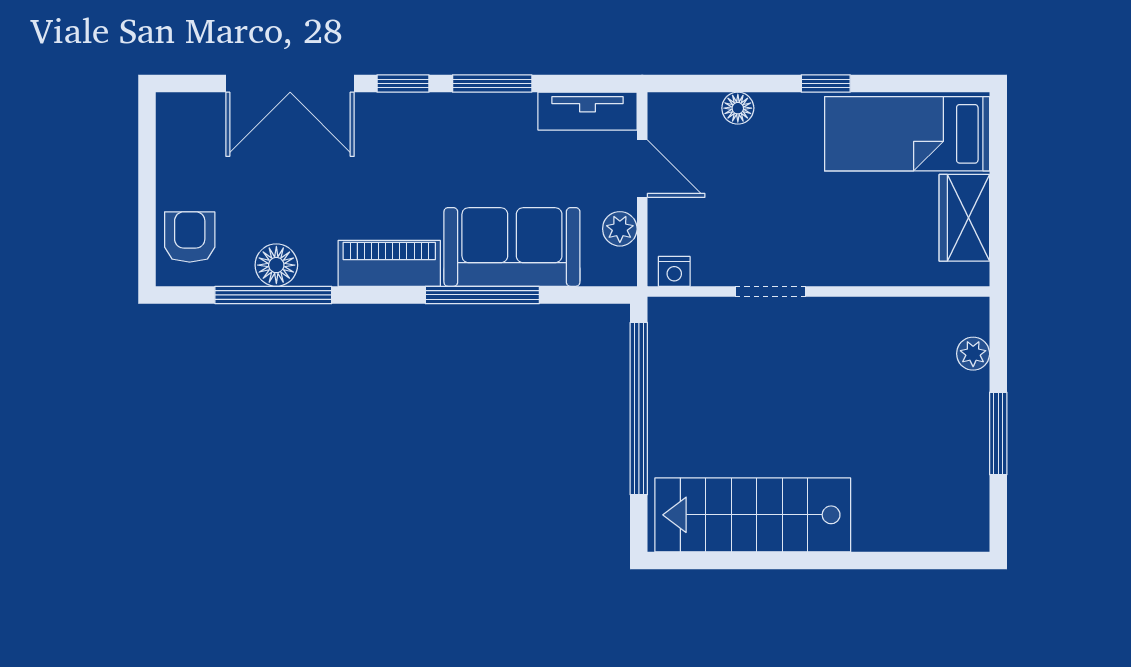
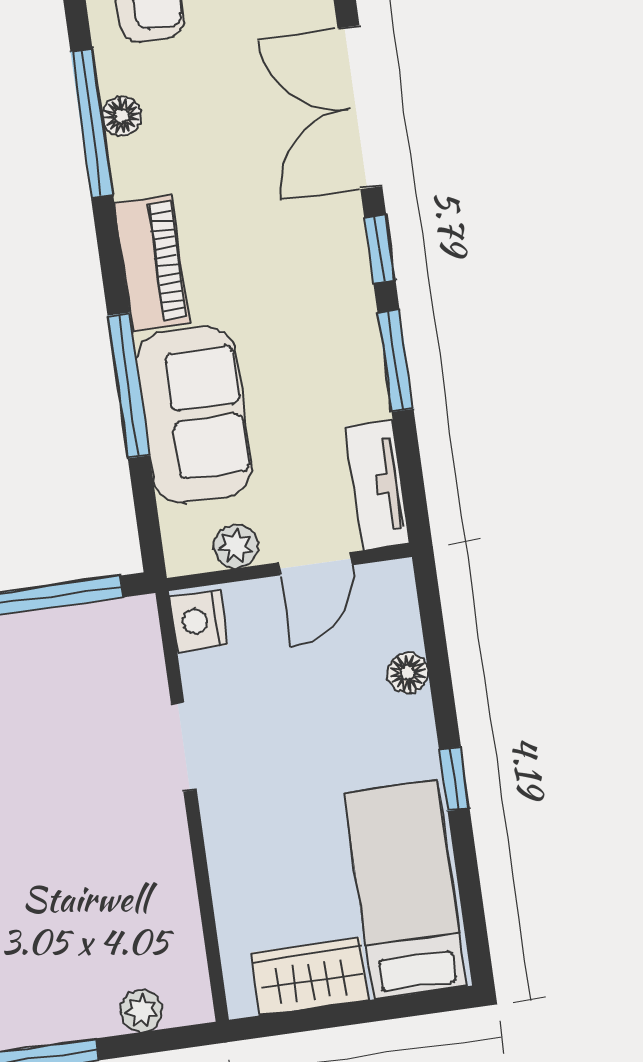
floor lamp: (276, 265) -> (122, 116), width x0.73, depth x0.73
nightstand: (674, 271) -> (199, 621), width x1.39, depth x1.35

